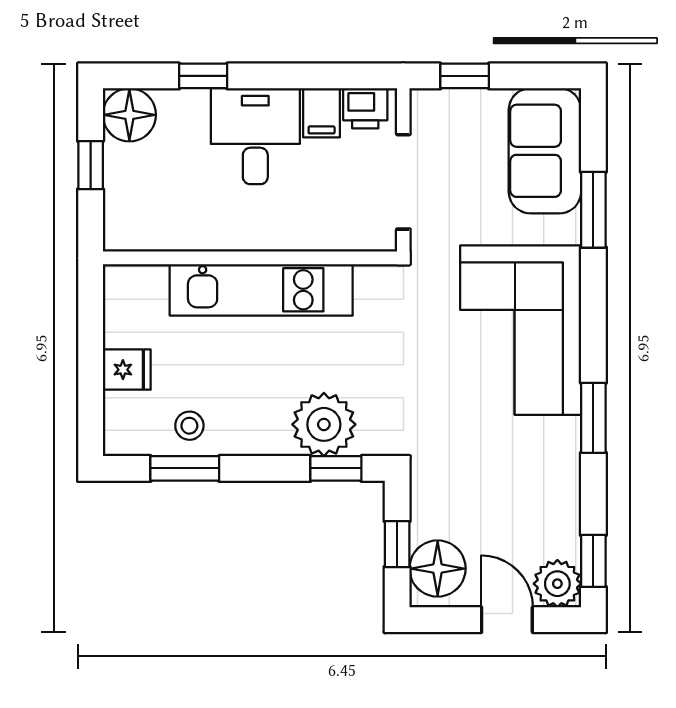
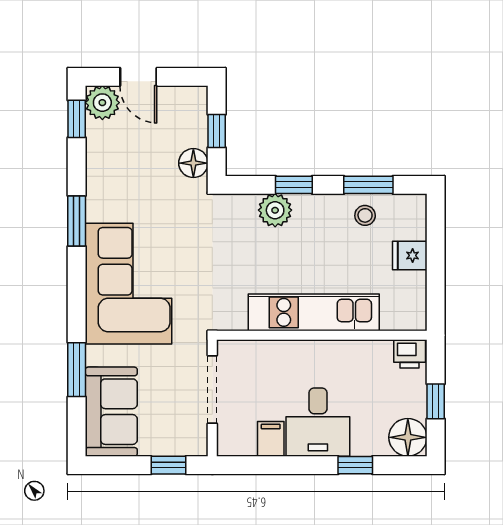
printer: (365, 108) -> (410, 354), moved, turned 180
plant: (324, 424) -> (275, 210), width x0.73, depth x0.73
window: (336, 468) -> (294, 185), moved
floor lamp: (438, 569) -> (193, 163), moved, width x0.73, depth x0.73

